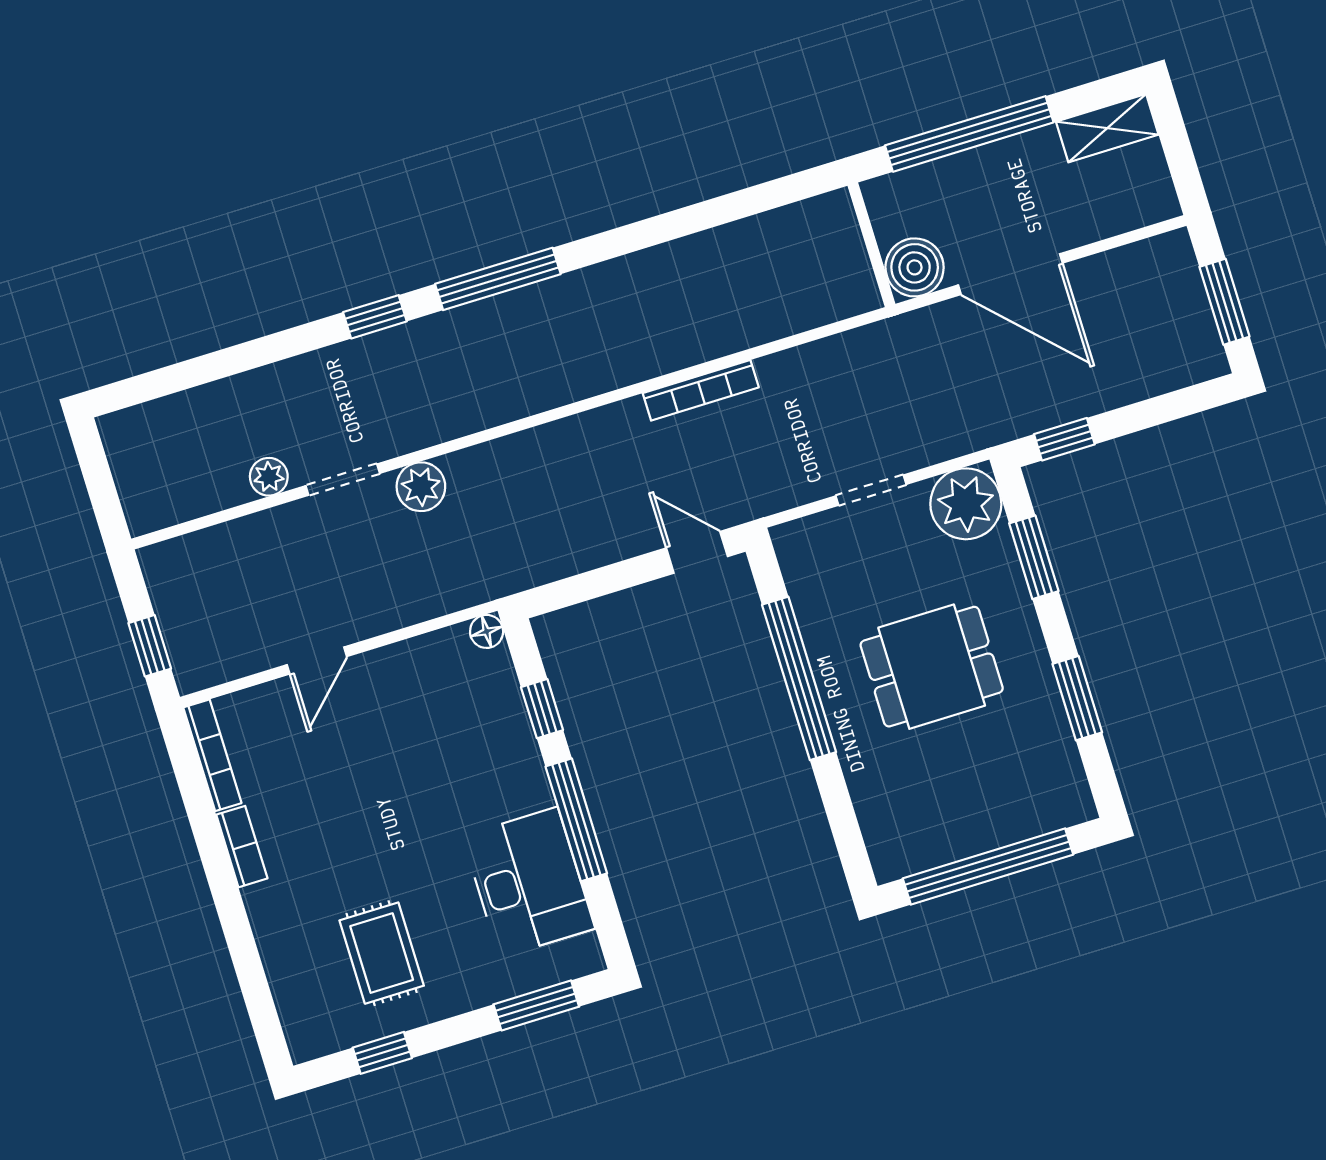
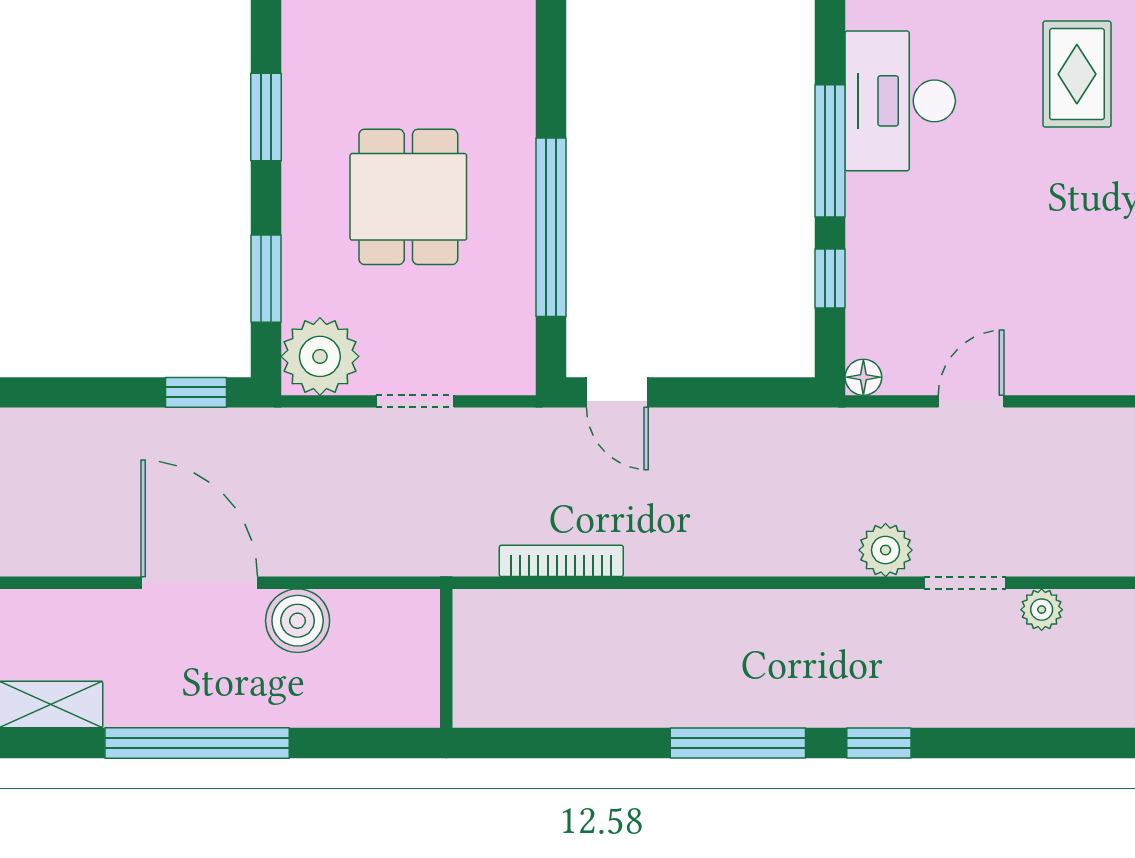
wall: (871, 245) -> (446, 658), moved
door: (317, 661) -> (971, 401), moved
dining table: (932, 667) -> (408, 197), turned 90

